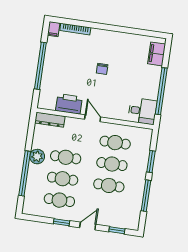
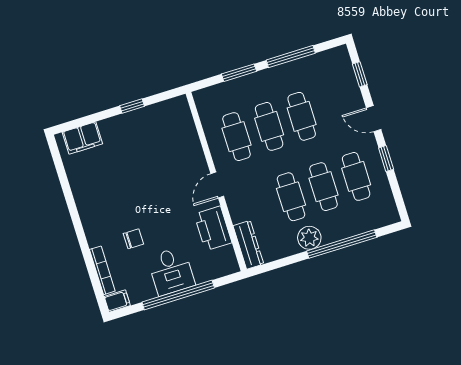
chair: (102, 69) -> (133, 239), moved
window: (161, 91) -> (132, 106), width x0.32
desk: (142, 111) -> (171, 271), moved, turned 180

